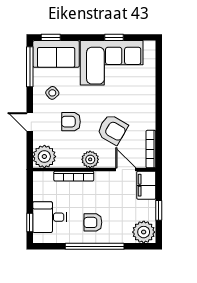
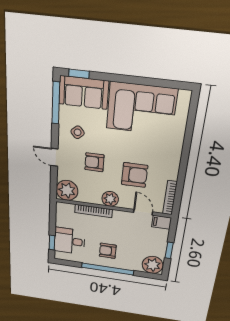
window: (114, 37) -> (147, 81), removed
armchair: (112, 130) -> (134, 175), turned -30
filing cabinet: (146, 185) -> (162, 222), width x0.50

